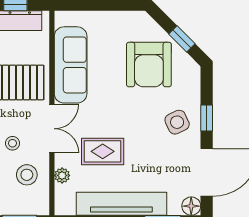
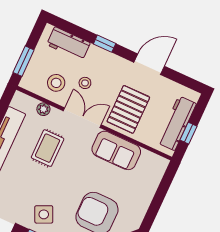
sofa: (71, 65) -> (116, 150), width x0.73
double door: (52, 129) -> (82, 118), swing flipped

